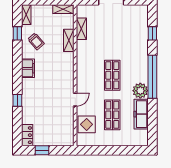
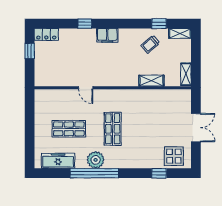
shelving: (81, 29) -> (164, 95), removed
filing cabinet: (28, 68) -> (107, 35), moved
shop shelf: (112, 75) -> (113, 129), turned 90
window: (152, 77) -> (94, 173), moved
freezer: (141, 114) -> (58, 161), moved
display table: (87, 124) -> (174, 156), moved

